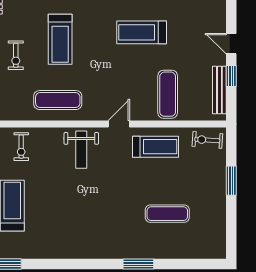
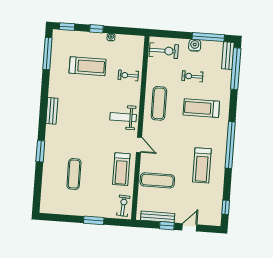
treadmill: (142, 32) -> (202, 165), turned 180
bench: (80, 252) -> (52, 111), added

